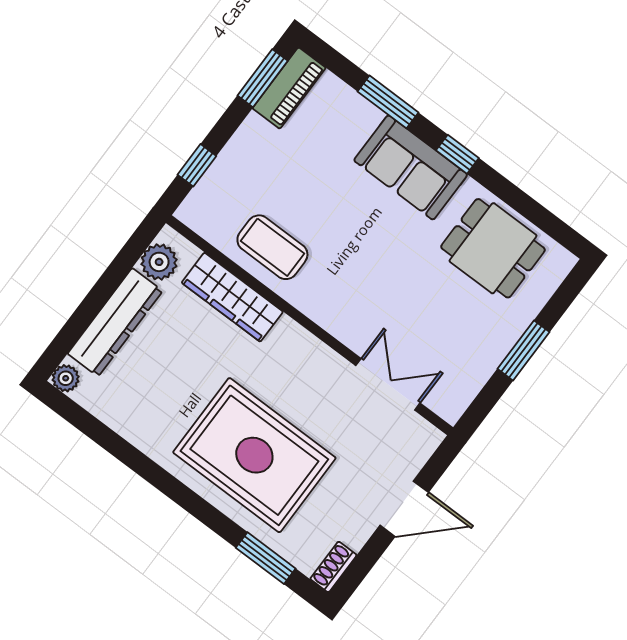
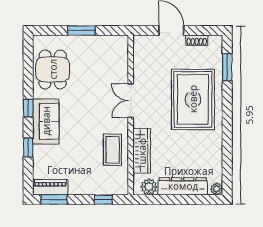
window: (388, 102) -> (28, 148), width x0.67
double door: (388, 384) -> (131, 101), moved
shoe rack: (333, 567) -> (197, 40), moved

